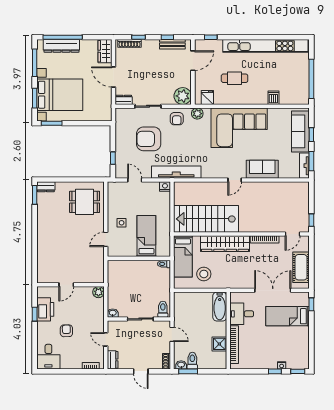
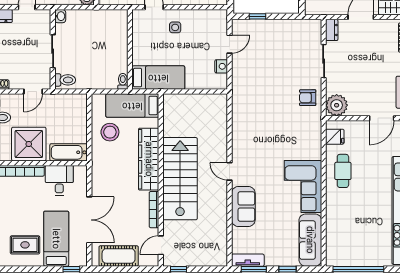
door: (193, 61) -> (382, 118), hinge flipped
cafe table: (235, 78) -> (343, 171), moved
dishwasher: (273, 98) -> (334, 221), removed
plant: (197, 114) -> (314, 124), removed
corner sofa: (239, 128) -> (303, 187), width x0.73, depth x0.74
sofa: (300, 131) -> (310, 240), moved, turned -90
armchair: (149, 139) -> (282, 62), removed
tv unit: (176, 172) -> (240, 97), removed
nightstand: (165, 187) -> (221, 66), moved
stairs: (206, 219) -> (180, 179), moved
door: (293, 234) -> (161, 245), hinge flipped
bed: (146, 236) -> (158, 78), moved
rug: (292, 341) -> (25, 245), added
shower: (219, 344) -> (29, 144), width x1.86, depth x1.86

